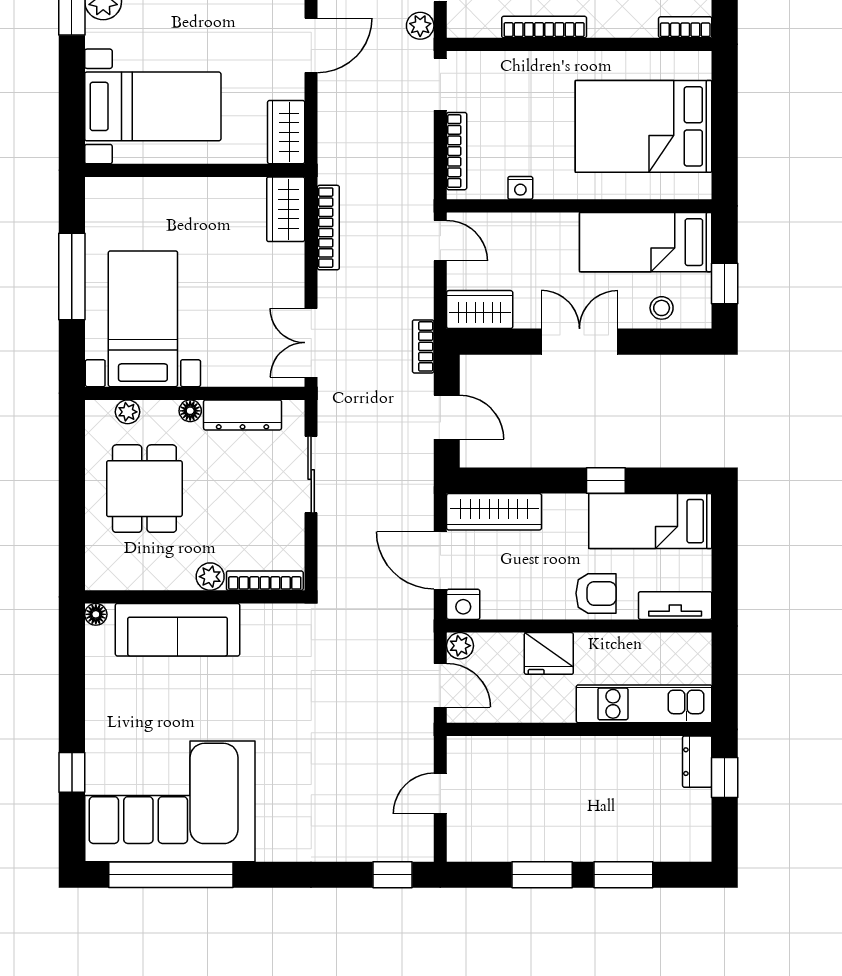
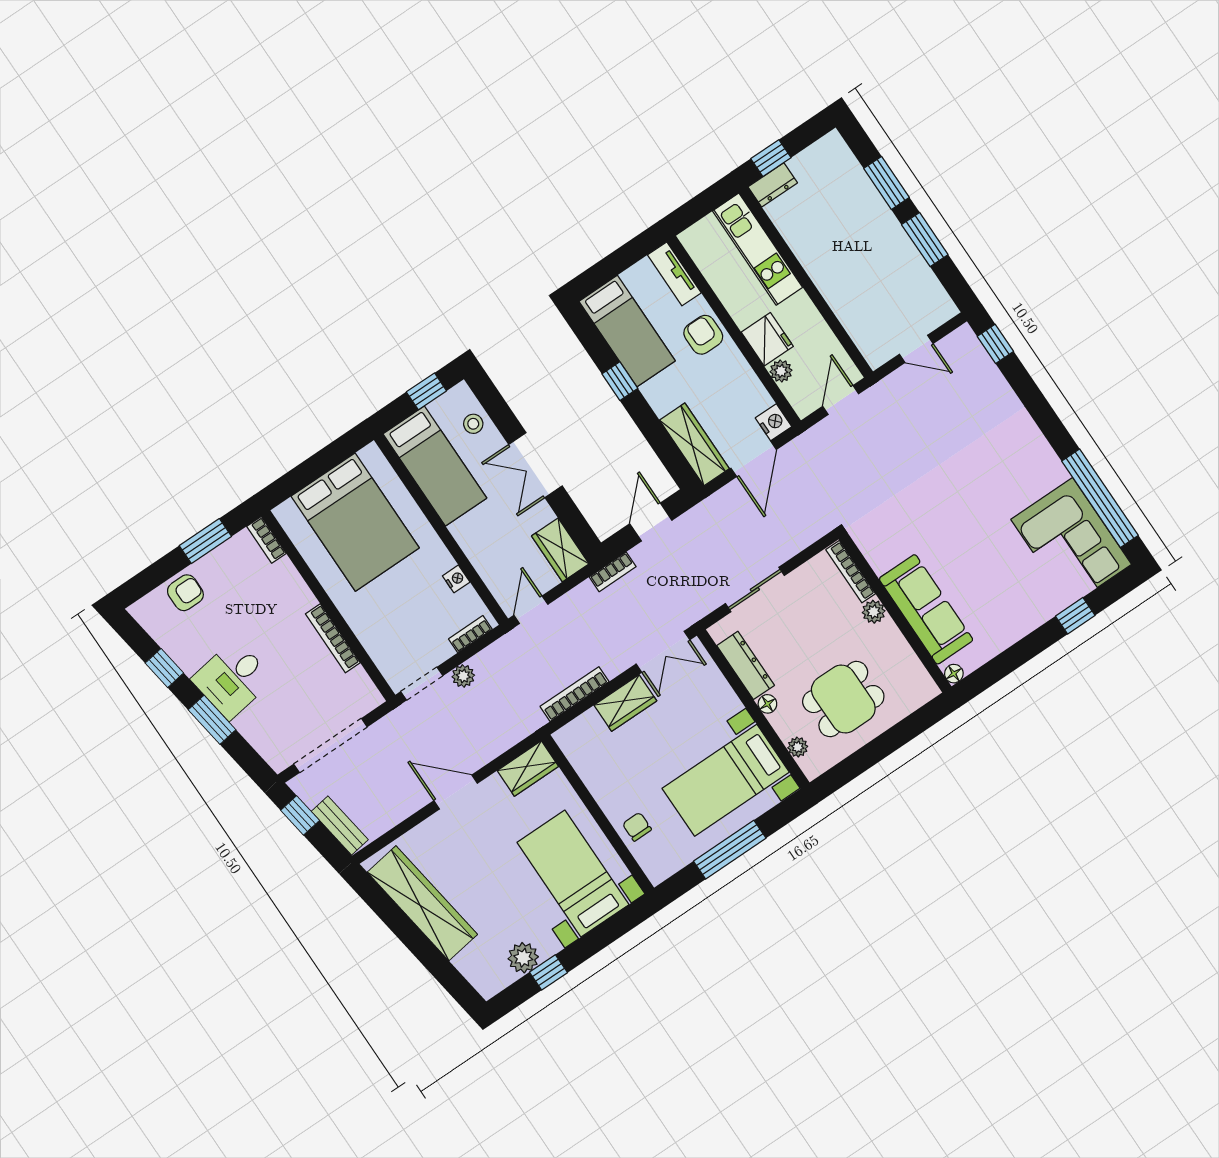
plant: (420, 26) -> (463, 676), moved
bookcase: (457, 151) -> (470, 634), width x0.64
chair: (156, 201) -> (637, 827), added
wardrobe: (286, 209) -> (625, 703), moved
plant: (460, 646) -> (781, 371), moved
corner sofa: (170, 801) -> (1071, 542), width x0.73, depth x0.74

